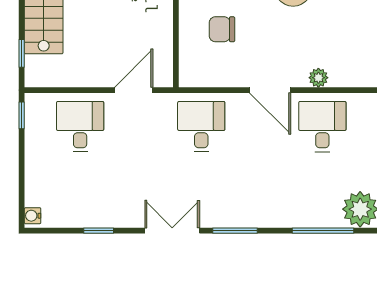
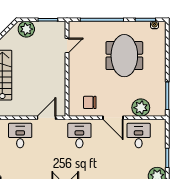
chair: (222, 29) -> (90, 102), moved
plant: (318, 78) -> (141, 108), width x1.88, depth x1.88

